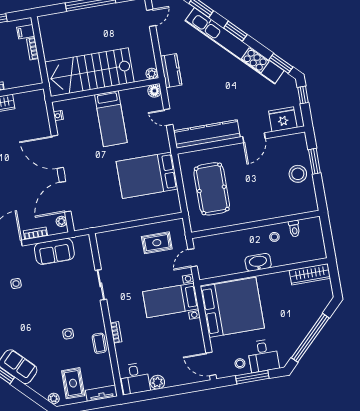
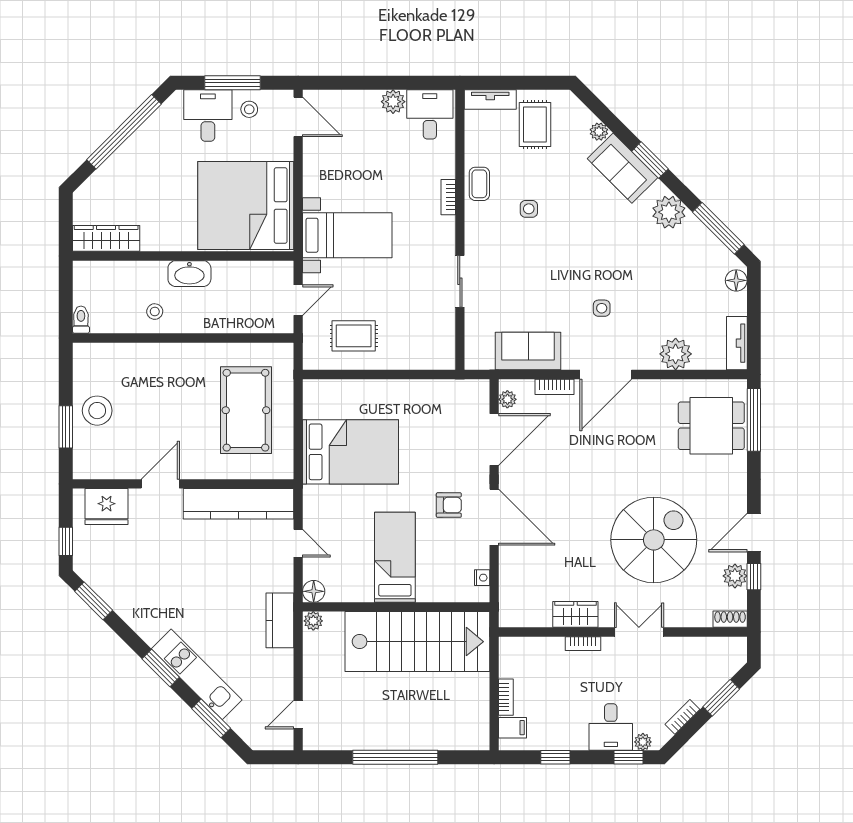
kitchen unit: (235, 46) -> (197, 674), width x0.54
armchair: (85, 154) -> (449, 505), added
toilet: (294, 229) -> (81, 320), moved
plant: (54, 398) -> (599, 132), moved

